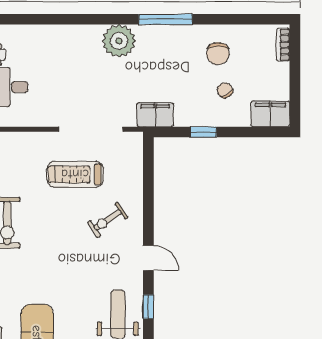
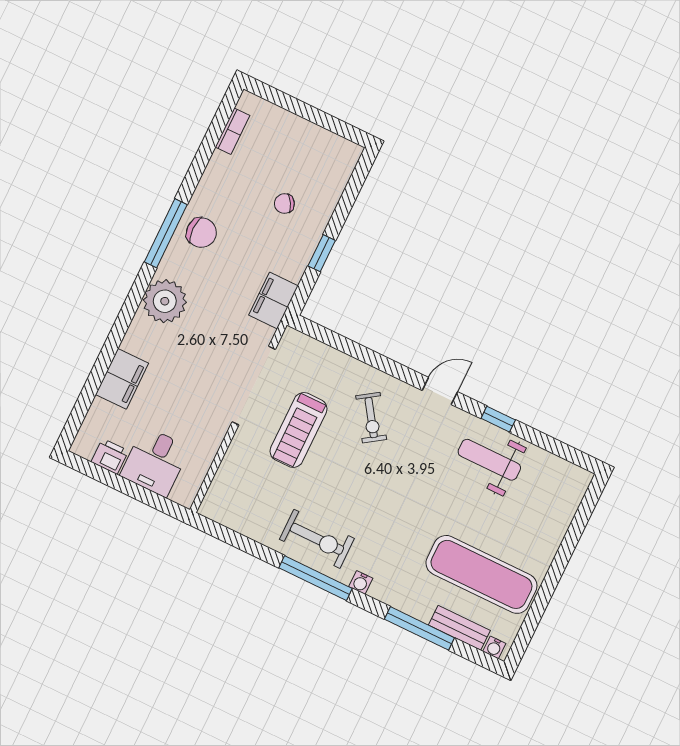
bookcase: (283, 45) -> (232, 131), moved, turned -90
chair: (218, 54) -> (201, 233), moved
filing cabinet: (270, 114) -> (122, 379), moved, turned 180

